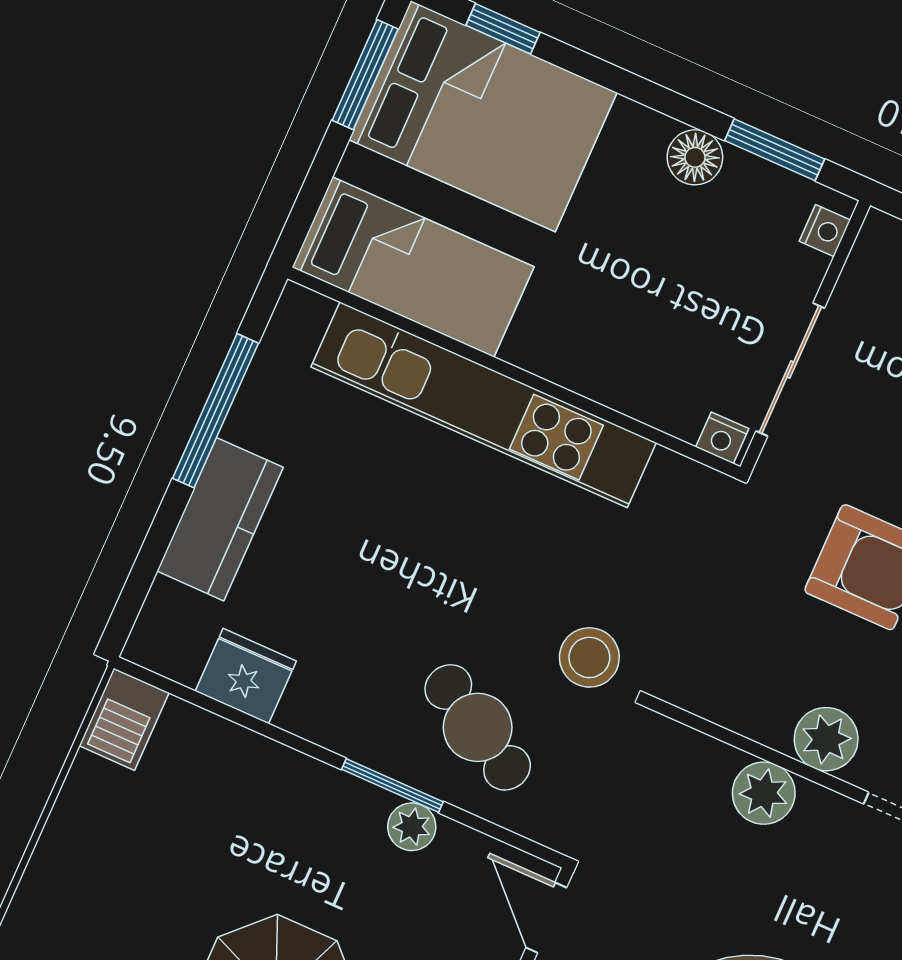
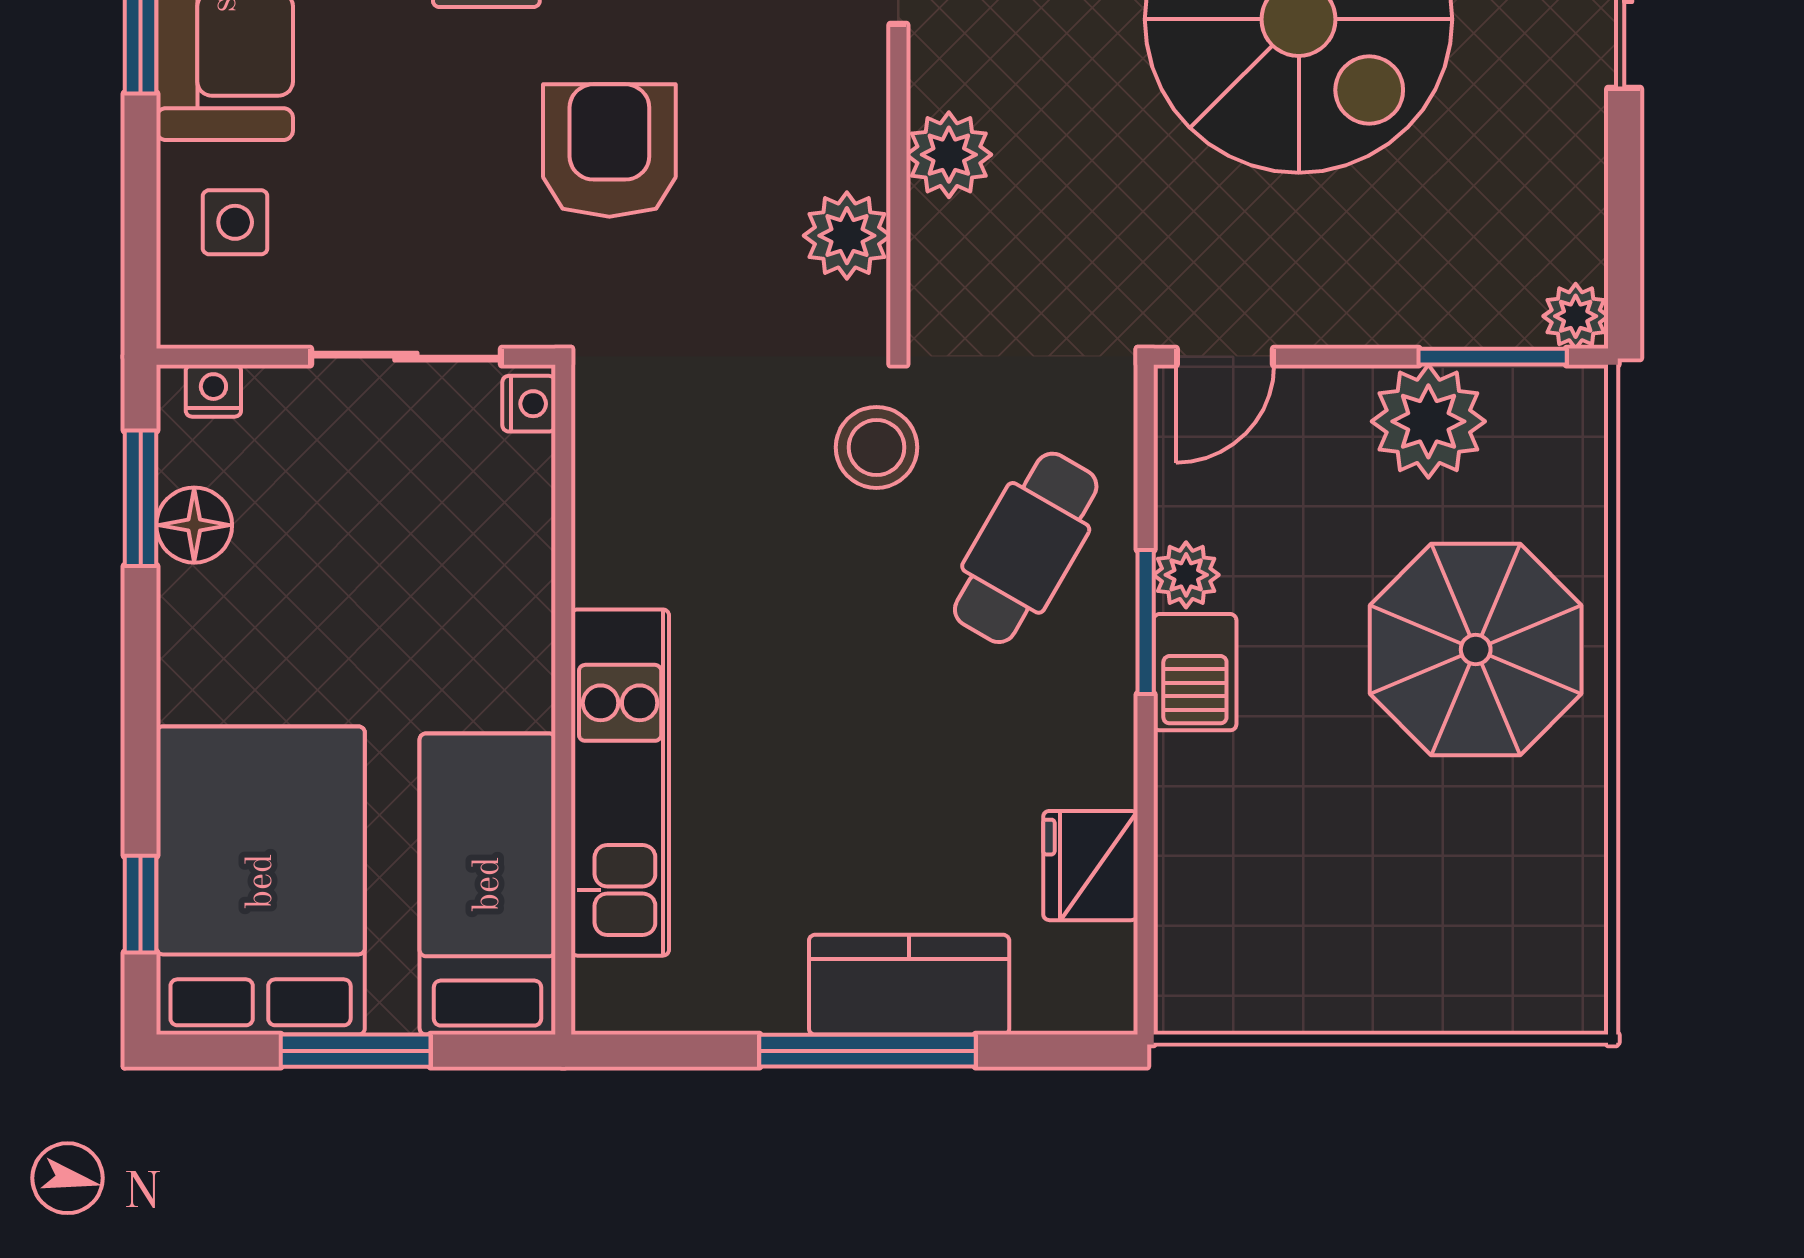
window: (365, 75) -> (356, 1051), moved
floor lamp: (695, 157) -> (194, 525), moved
kitchen unit: (484, 405) -> (620, 783), width x0.73
window: (215, 411) -> (867, 1051), moved
barbecue: (124, 719) -> (1195, 672), moved, turned 90
plant: (826, 739) -> (847, 236), moved

